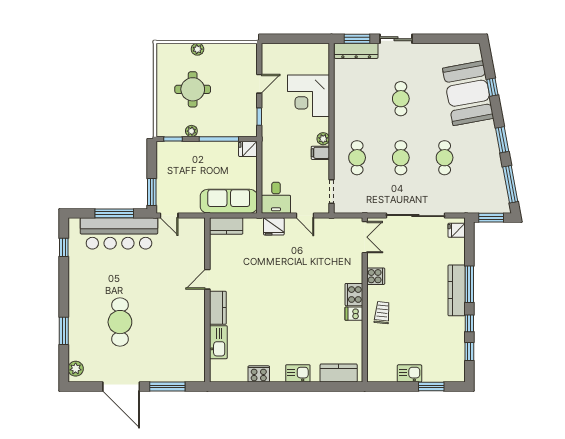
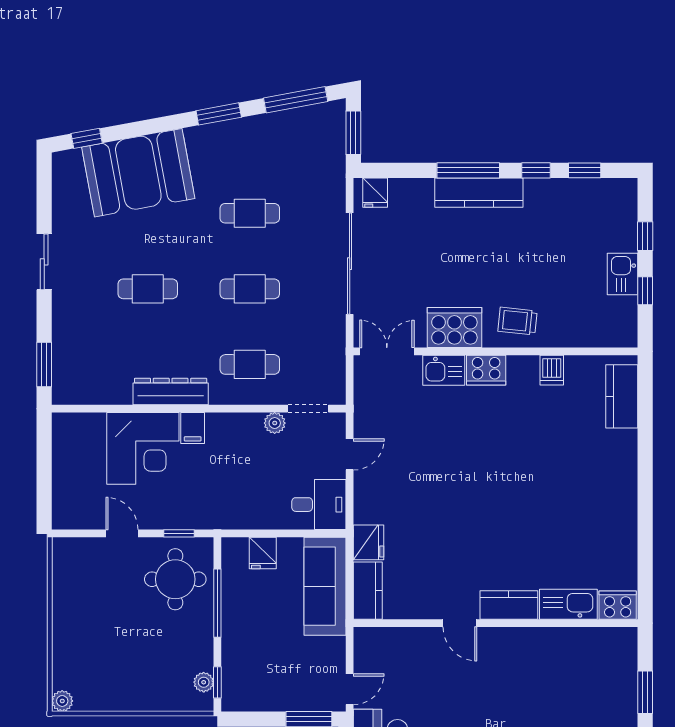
sliding door: (396, 39) -> (44, 262), moved
plant: (197, 49) -> (62, 701), moved
dresser: (356, 51) -> (171, 392), moved, turned -90
window: (492, 87) -> (87, 138), moved
round table: (193, 89) -> (175, 579), moved
plant: (191, 131) -> (204, 682), moved
plant: (323, 139) -> (275, 423), moved
fridge: (248, 149) -> (263, 553), moved
filing cabinet: (320, 153) -> (193, 428), moved
fridge: (274, 226) -> (368, 542), moved
cooker: (376, 276) -> (454, 328), width x1.87, depth x1.31
dishwasher: (354, 314) -> (552, 370), moved
kitchen sink: (298, 373) -> (444, 370), moved, turned -90
cooker: (259, 374) -> (618, 605), moved, turned 90
window: (167, 387) -> (645, 692), width x0.69
window: (400, 387) -> (645, 291), added
window: (431, 387) -> (645, 236), width x0.67

